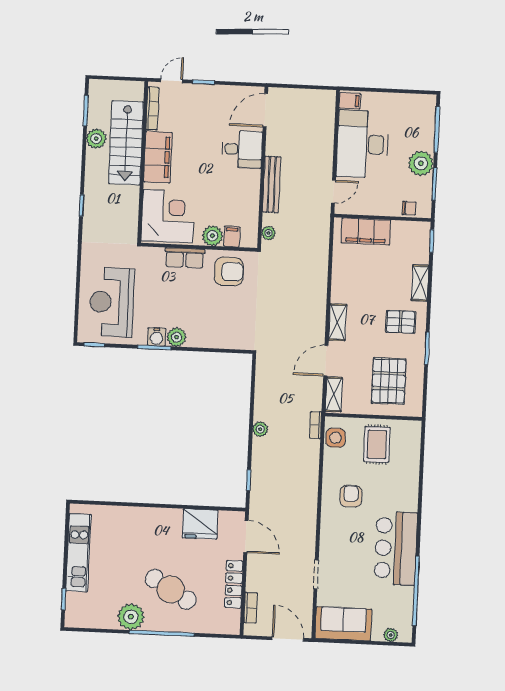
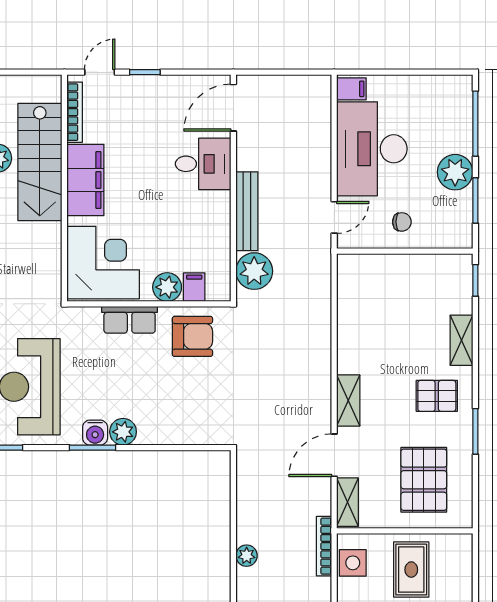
chair: (409, 208) -> (402, 222), moved
filing cabinet: (366, 231) -> (382, 271), removed
plant: (269, 233) -> (254, 271), width x1.87, depth x1.87
bookcase: (316, 425) -> (324, 546), width x1.56

